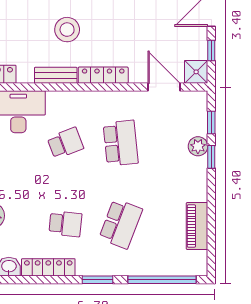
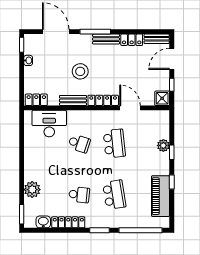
door: (164, 87) -> (130, 108), moved
window: (211, 122) -> (172, 182), moved
school desk: (65, 143) -> (79, 143), turned 39
school desk: (121, 224) -> (114, 195), turned -30
piano: (197, 226) -> (161, 196), width x1.37, depth x1.33

